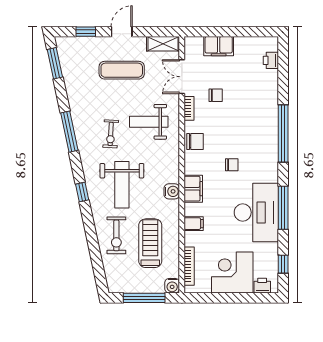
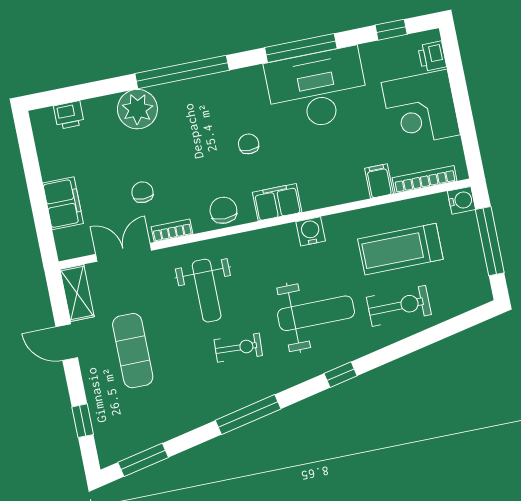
door: (122, 32) -> (67, 342), moved
double door: (182, 77) -> (124, 252), swing flipped
plant: (266, 102) -> (137, 109), added
filing cabinet: (193, 189) -> (277, 202), moved
filing cabinet: (194, 224) -> (379, 181), moved

